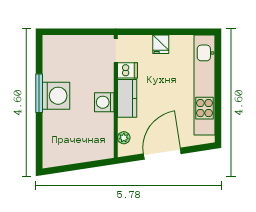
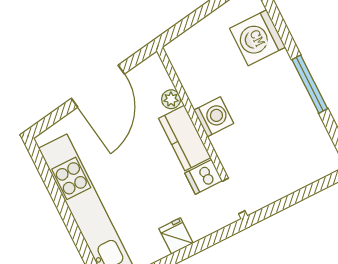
washing machine: (56, 96) -> (257, 38), moved
plant: (124, 138) -> (171, 99), moved

